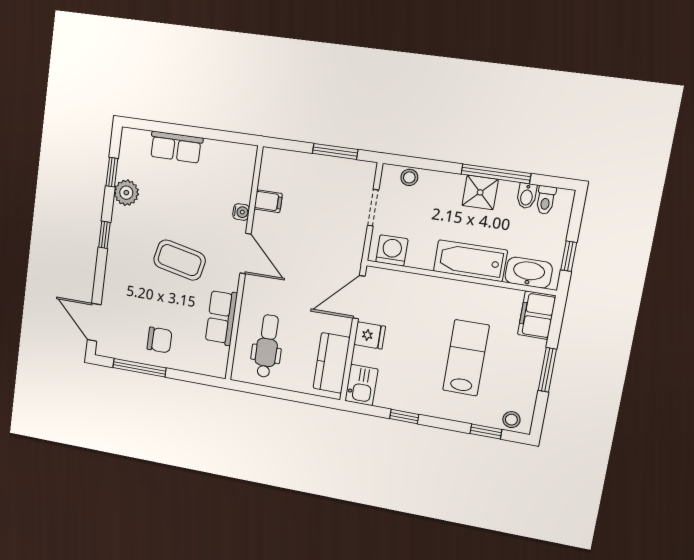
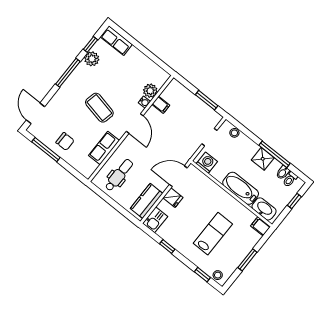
row of seats: (176, 147) -> (116, 41), moved
plant: (240, 189) -> (150, 91), added
window: (104, 235) -> (68, 73), width x2.17
window: (569, 256) -> (294, 201), moved
filing cabinet: (537, 315) -> (260, 226), width x0.50

